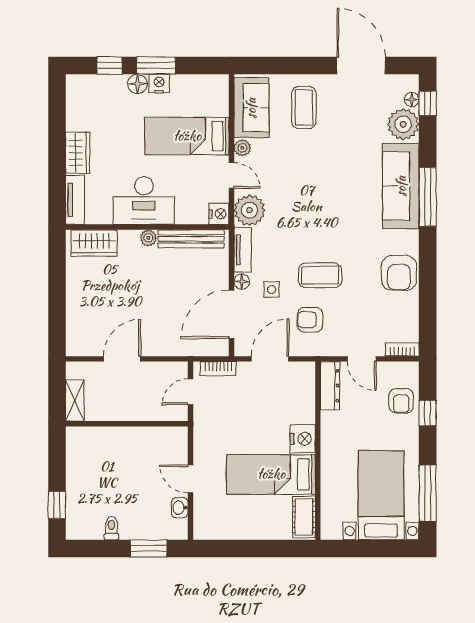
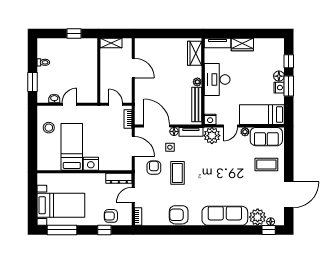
bed: (187, 136) -> (262, 115), moved, turned -90
window: (428, 197) -> (219, 230), removed
window: (57, 505) -> (74, 33), moved
cot: (304, 517) -> (49, 164), removed
stool: (235, 518) -> (49, 128), added

